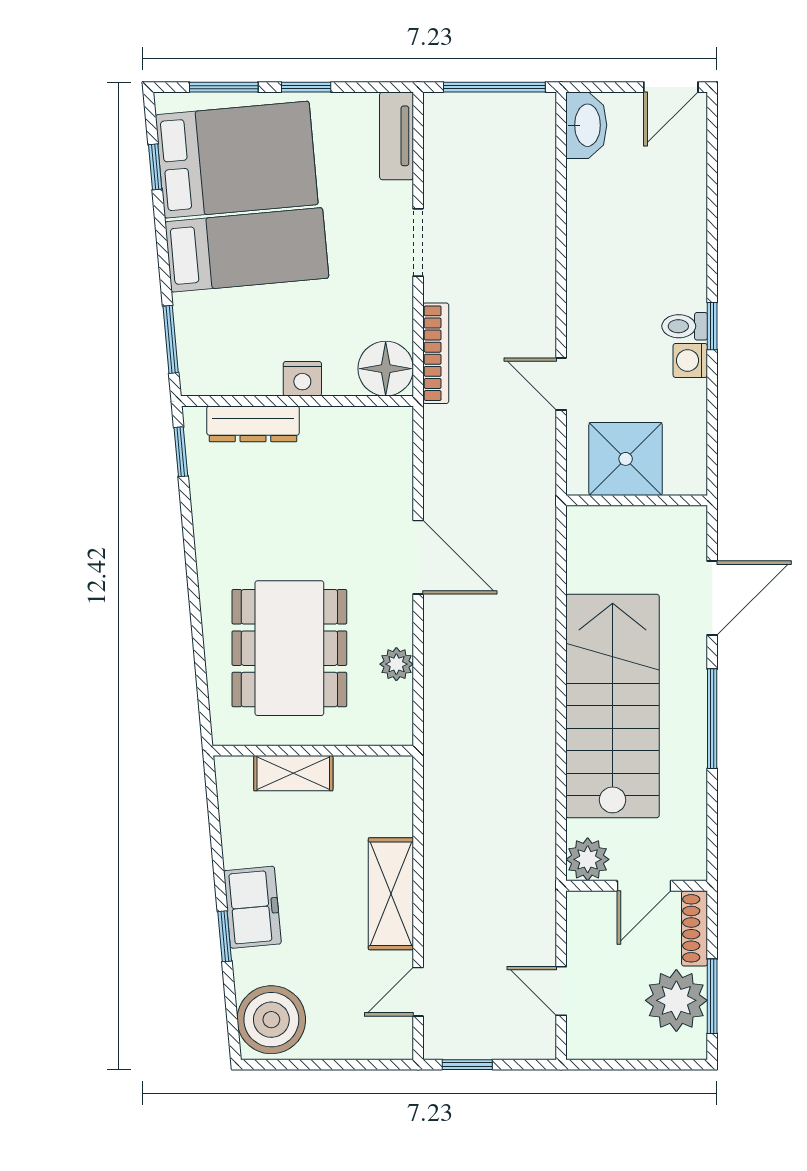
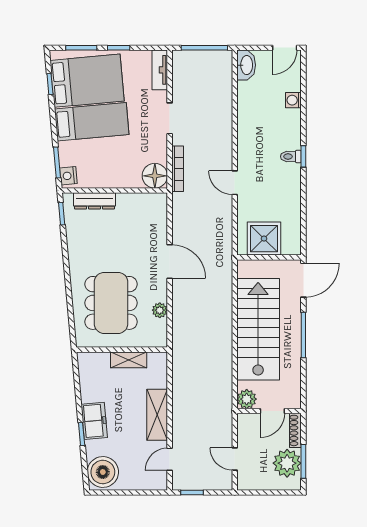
washing machine: (690, 360) -> (293, 100), moved
nightstand: (302, 379) -> (68, 176), moved, turned 85
shower: (626, 459) -> (264, 239), moved
wall: (637, 500) -> (269, 257), moved
shelving: (293, 773) -> (129, 360), moved

